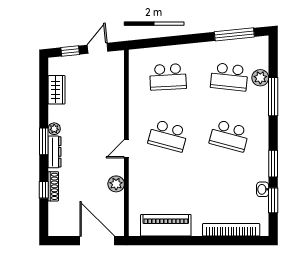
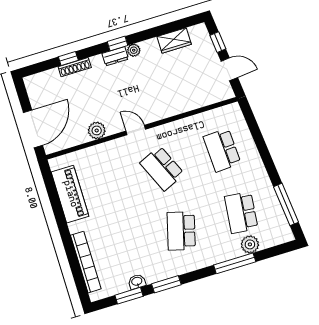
school desk: (168, 136) -> (162, 168), turned -39
window: (44, 141) -> (118, 44), width x0.67
dresser: (55, 152) -> (115, 56), width x0.70

